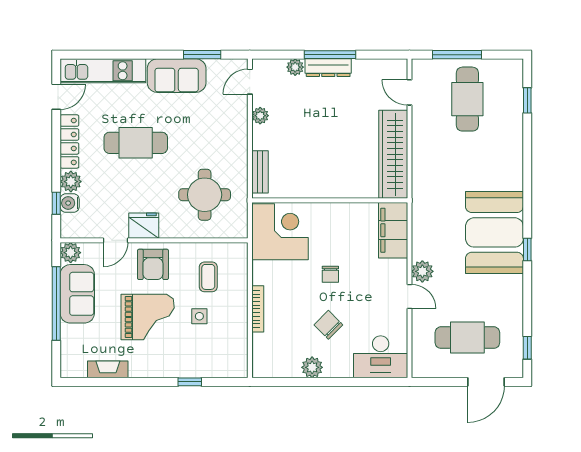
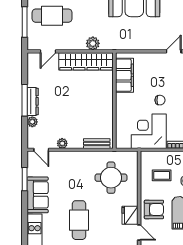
filing cabinet: (393, 230) -> (125, 75), moved, turned -90
corner desk: (280, 232) -> (149, 131), moved
plant: (422, 271) -> (93, 43), moved

